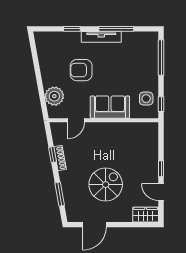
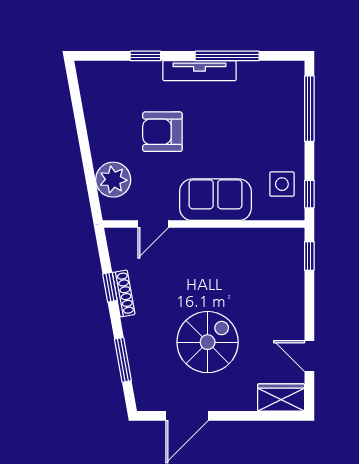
window: (161, 169) -> (309, 256), moved

